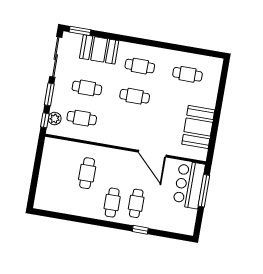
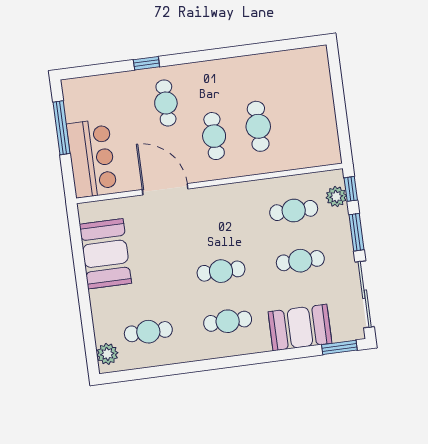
plant: (215, 69) -> (107, 354), added
window: (204, 191) -> (62, 128), moved
cafe table: (112, 203) -> (214, 136), moved

